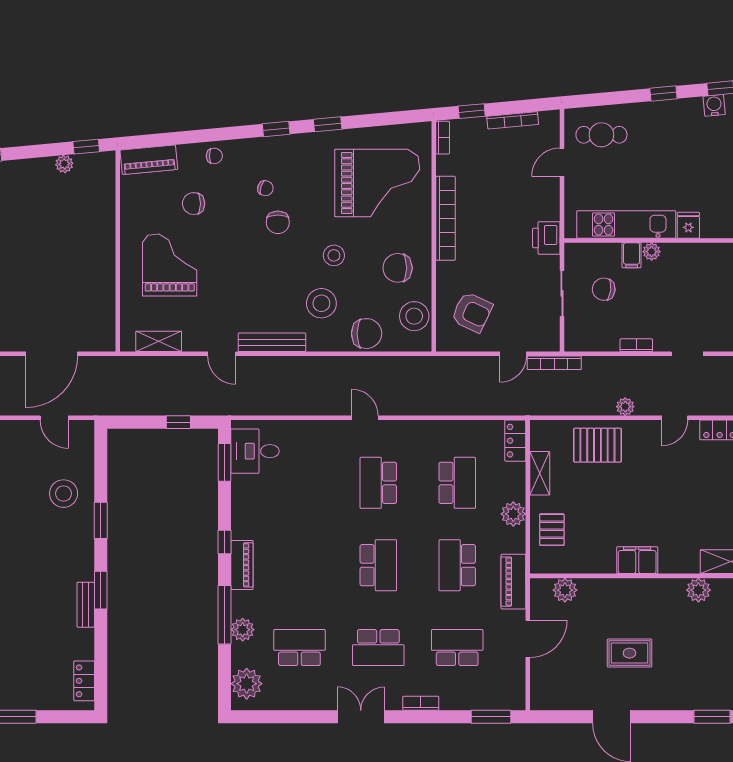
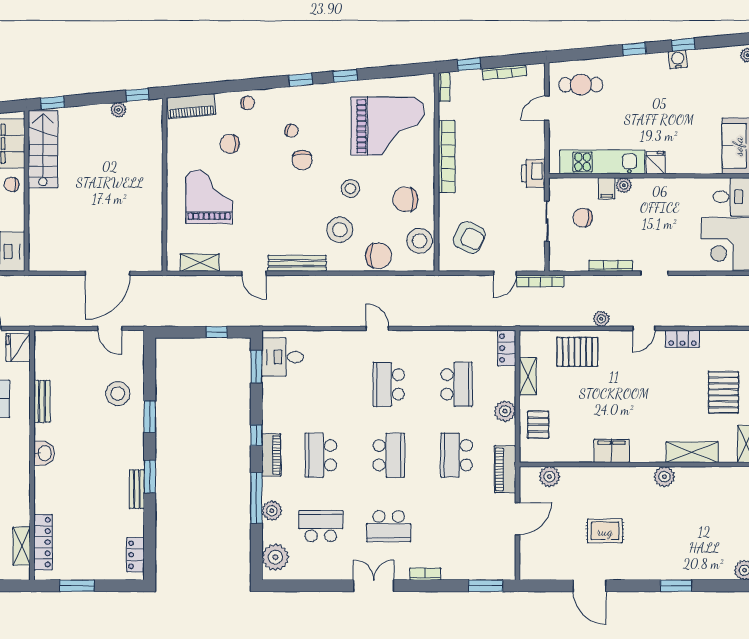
bookcase: (636, 345) -> (611, 266), width x1.56
school desk: (457, 648) -> (321, 455), moved, turned -90

